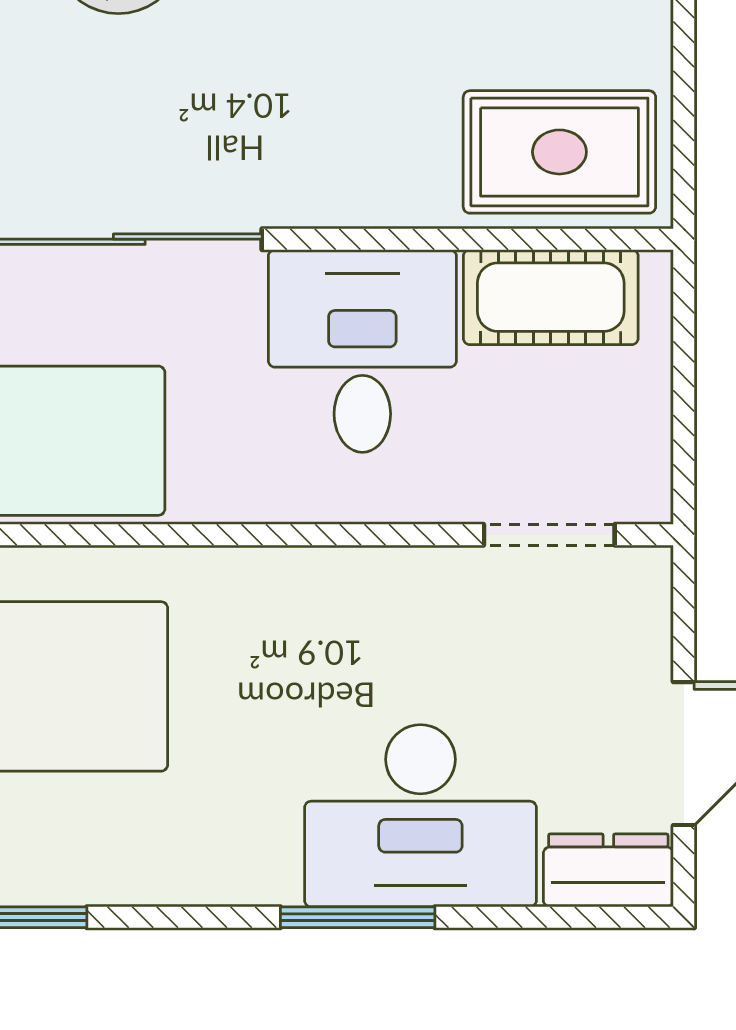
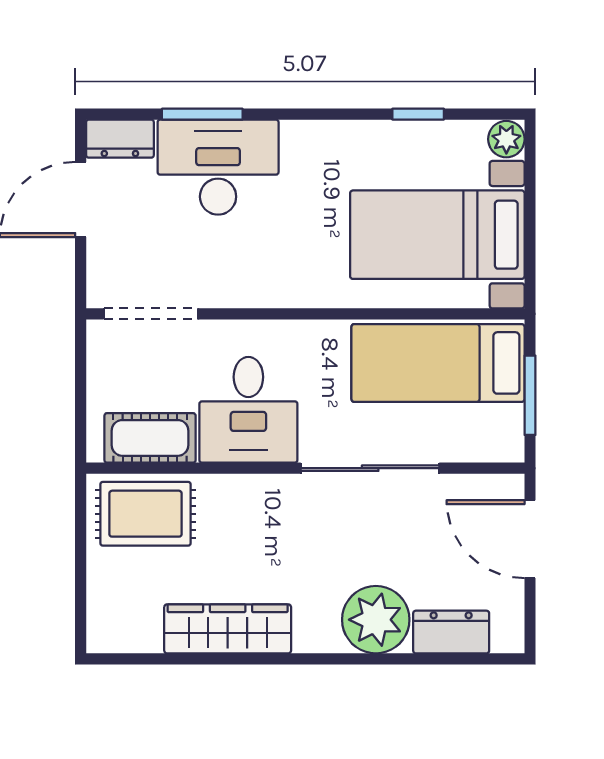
doorway: (549, 535) -> (151, 314), width x1.38
window: (358, 917) -> (202, 114), moved

